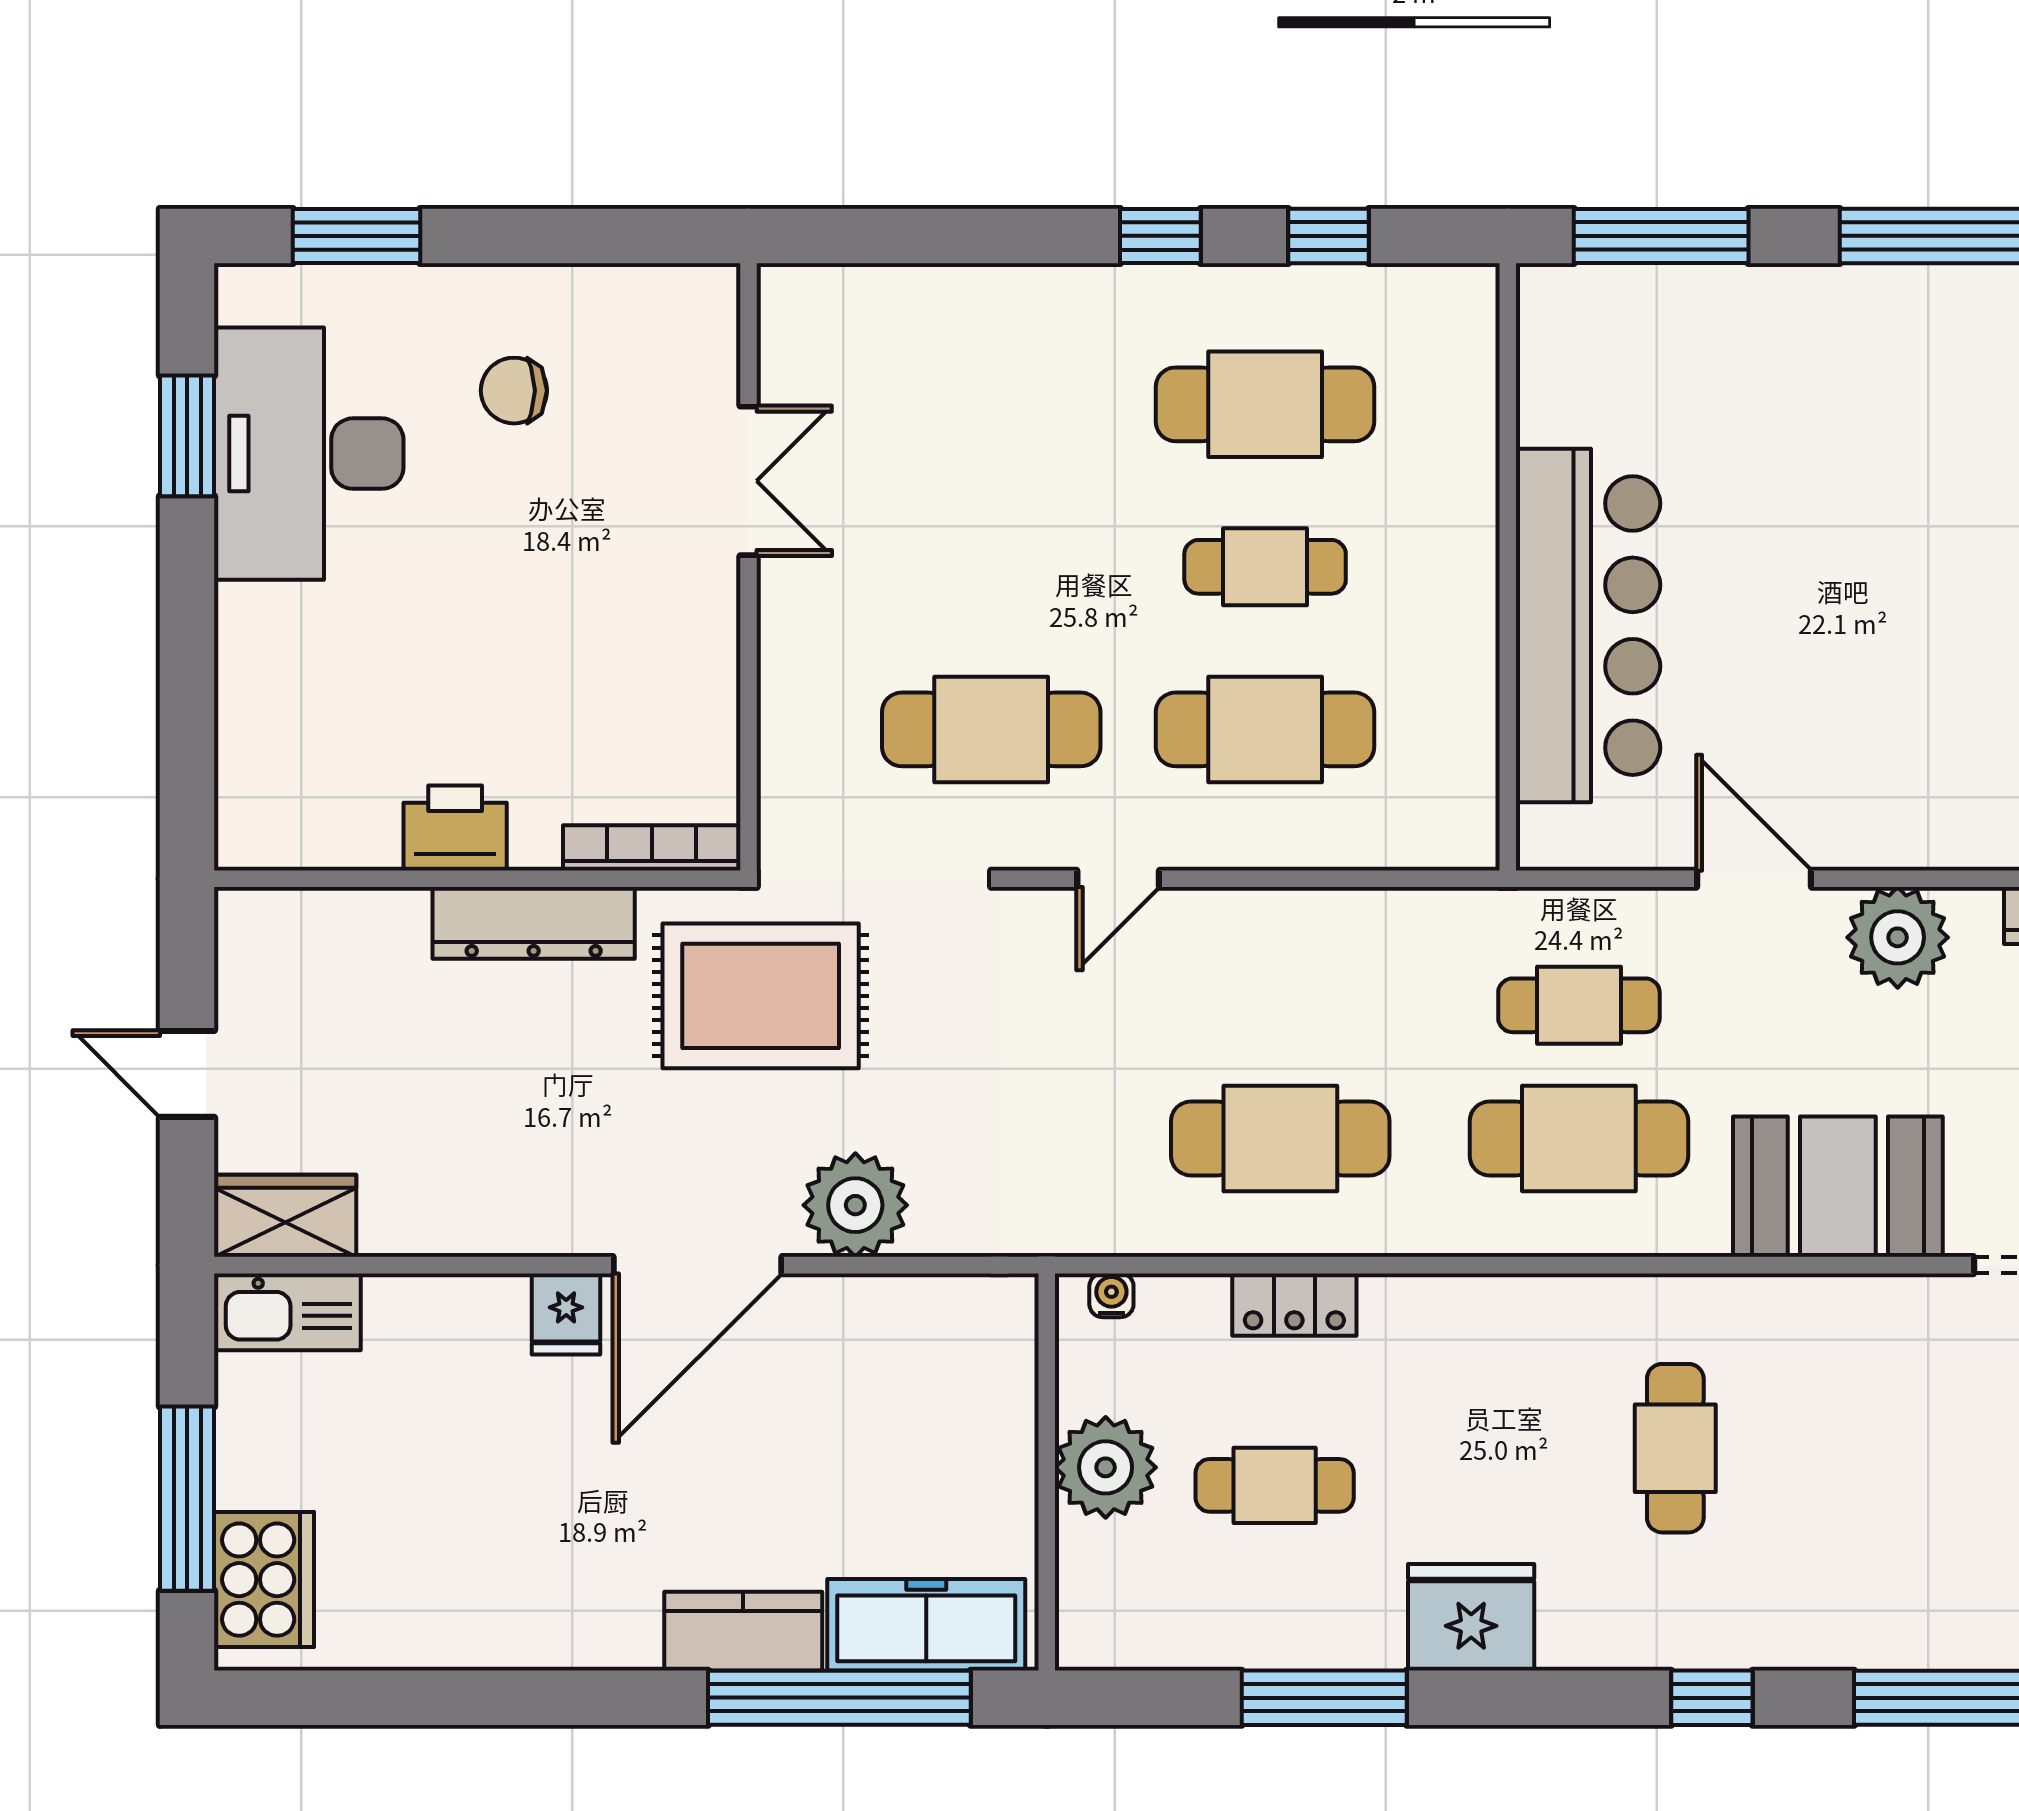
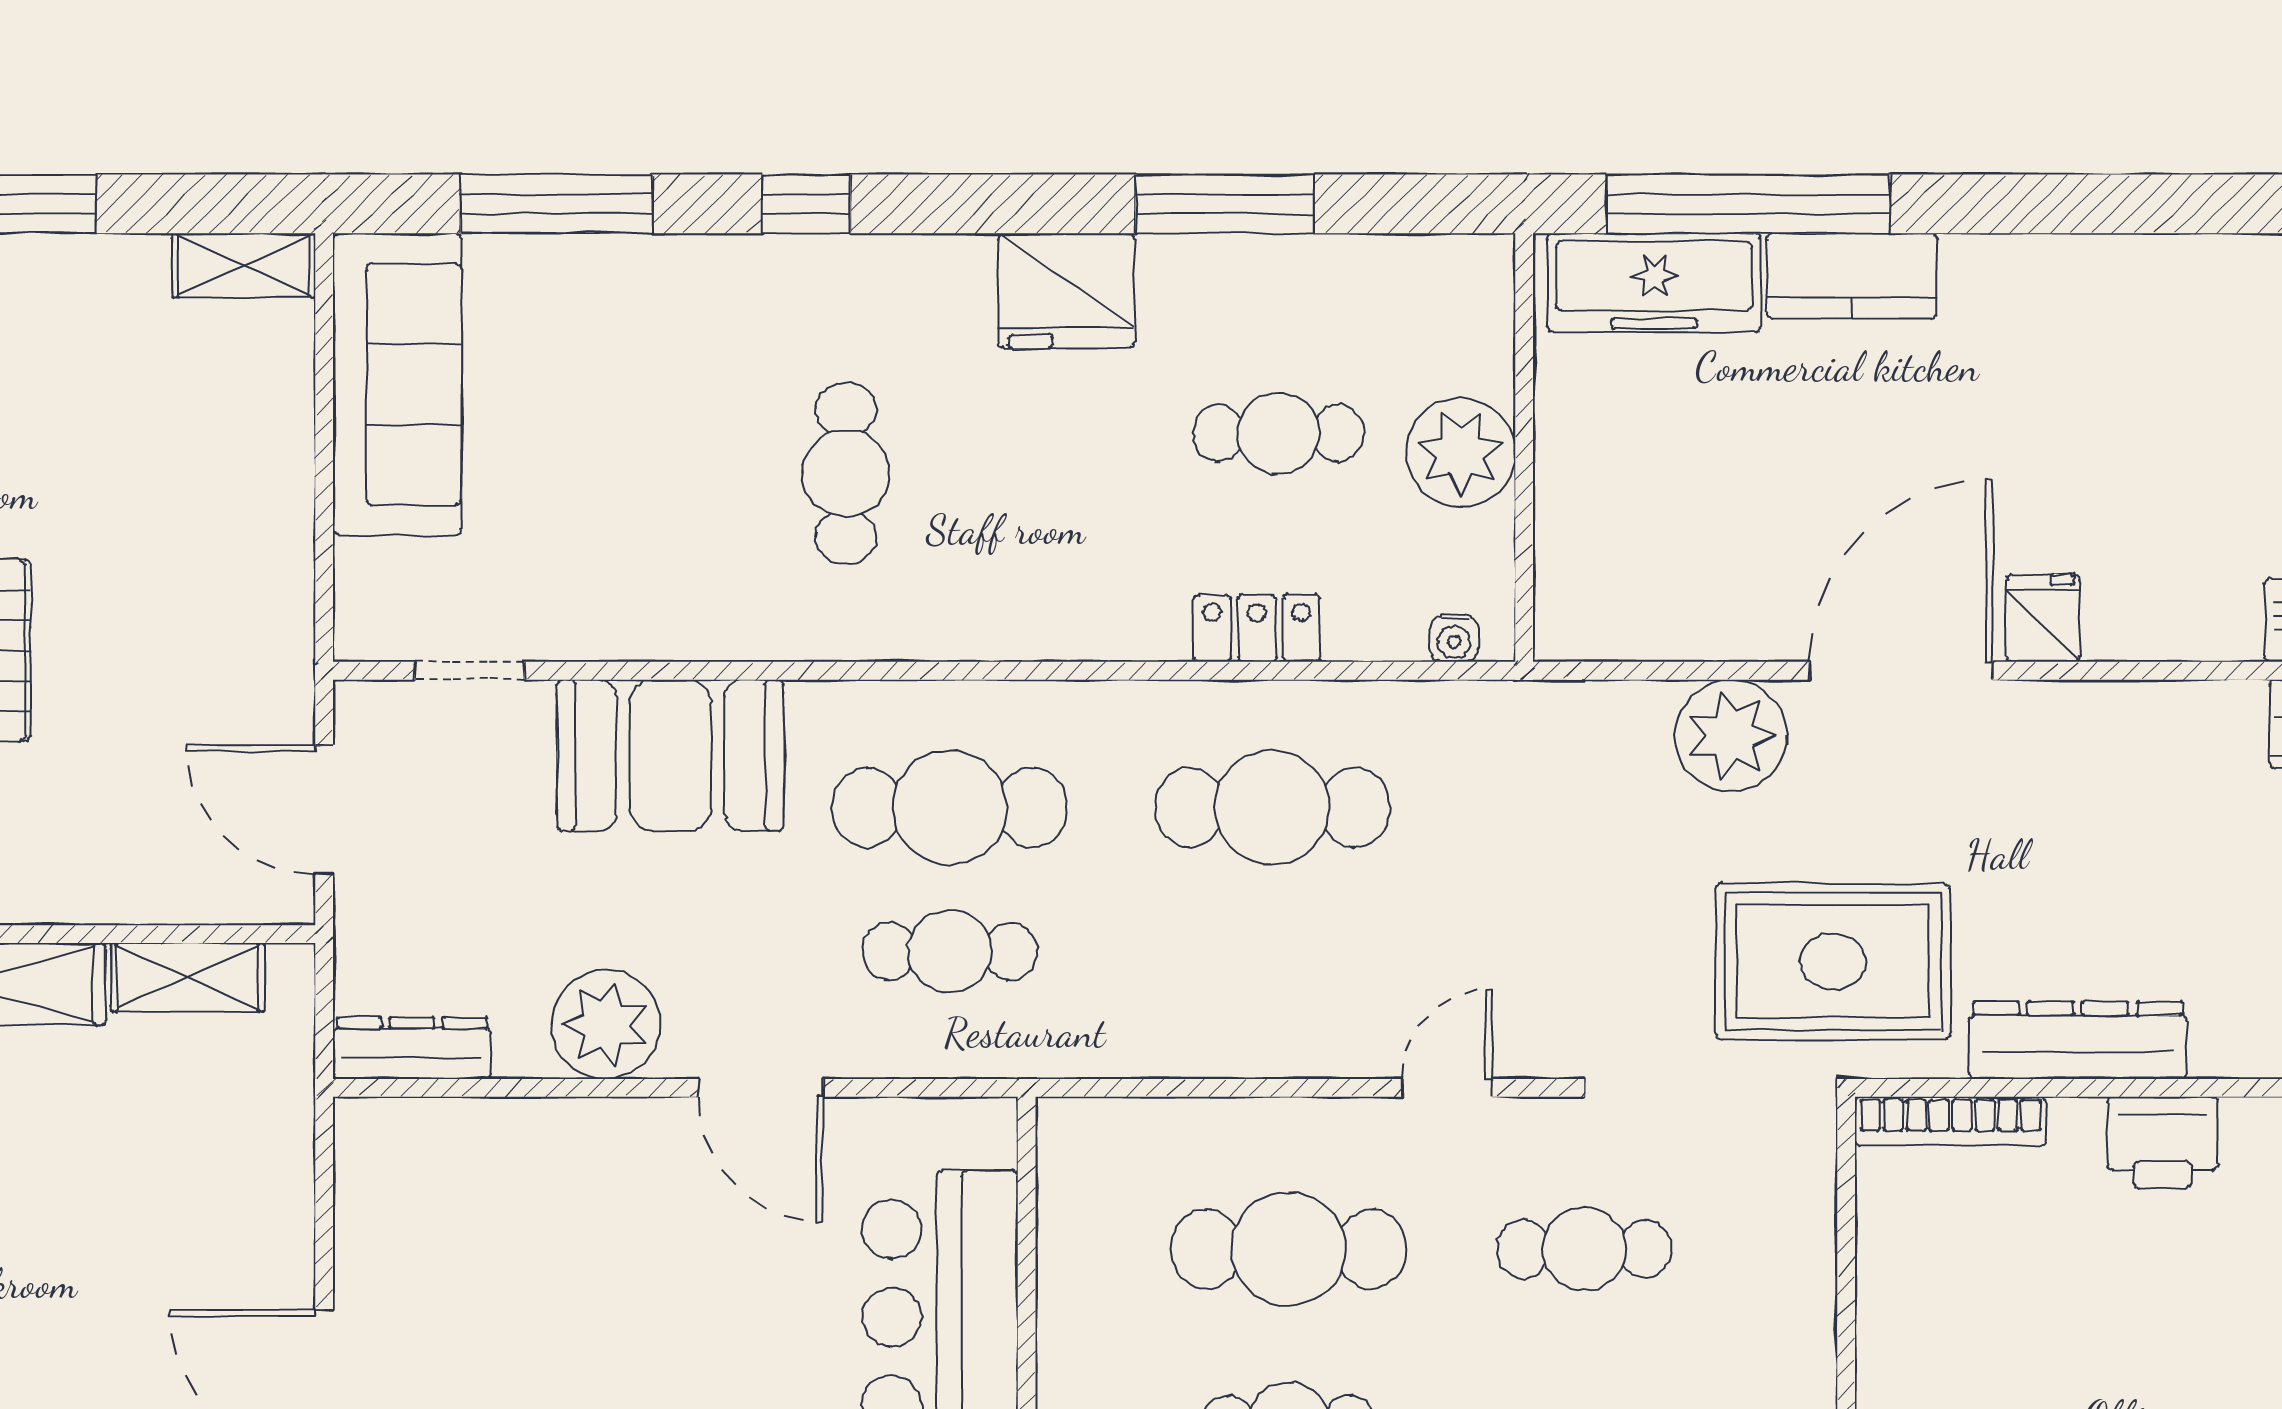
cafe table: (991, 729) -> (1584, 1249), width x0.73, depth x0.74

